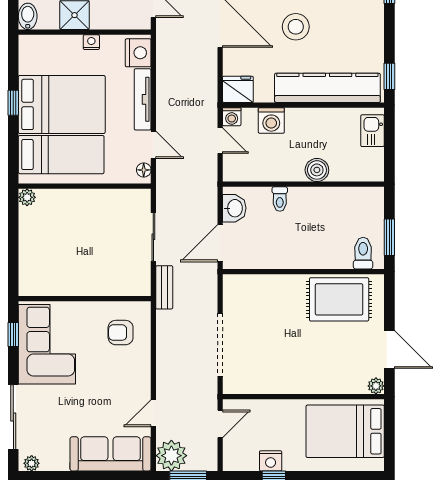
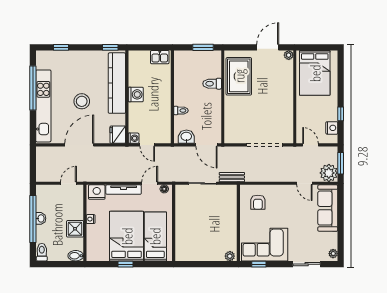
washing machine: (271, 120) -> (136, 94), moved
kitchen sink: (372, 131) -> (160, 57), moved
door: (220, 141) -> (147, 145), swing flipped
boiler: (317, 170) -> (164, 89), removed
plant: (27, 197) -> (230, 256), moved
toilet: (363, 253) -> (212, 84), moved
sliding door: (13, 417) -> (307, 264), width x0.73
nightstand: (271, 461) -> (332, 128), moved

